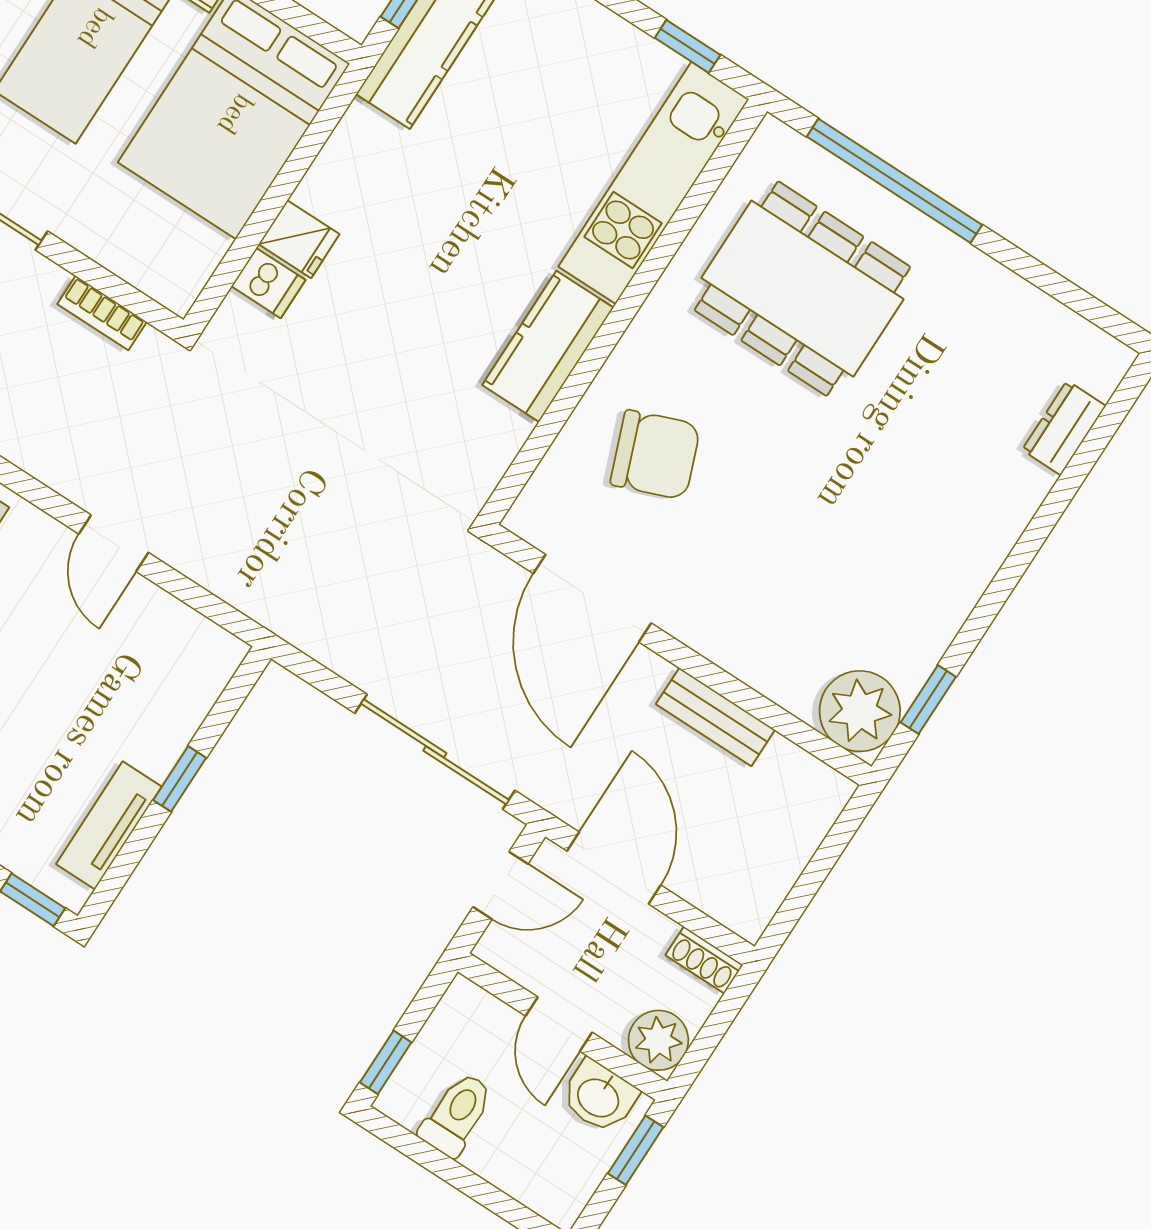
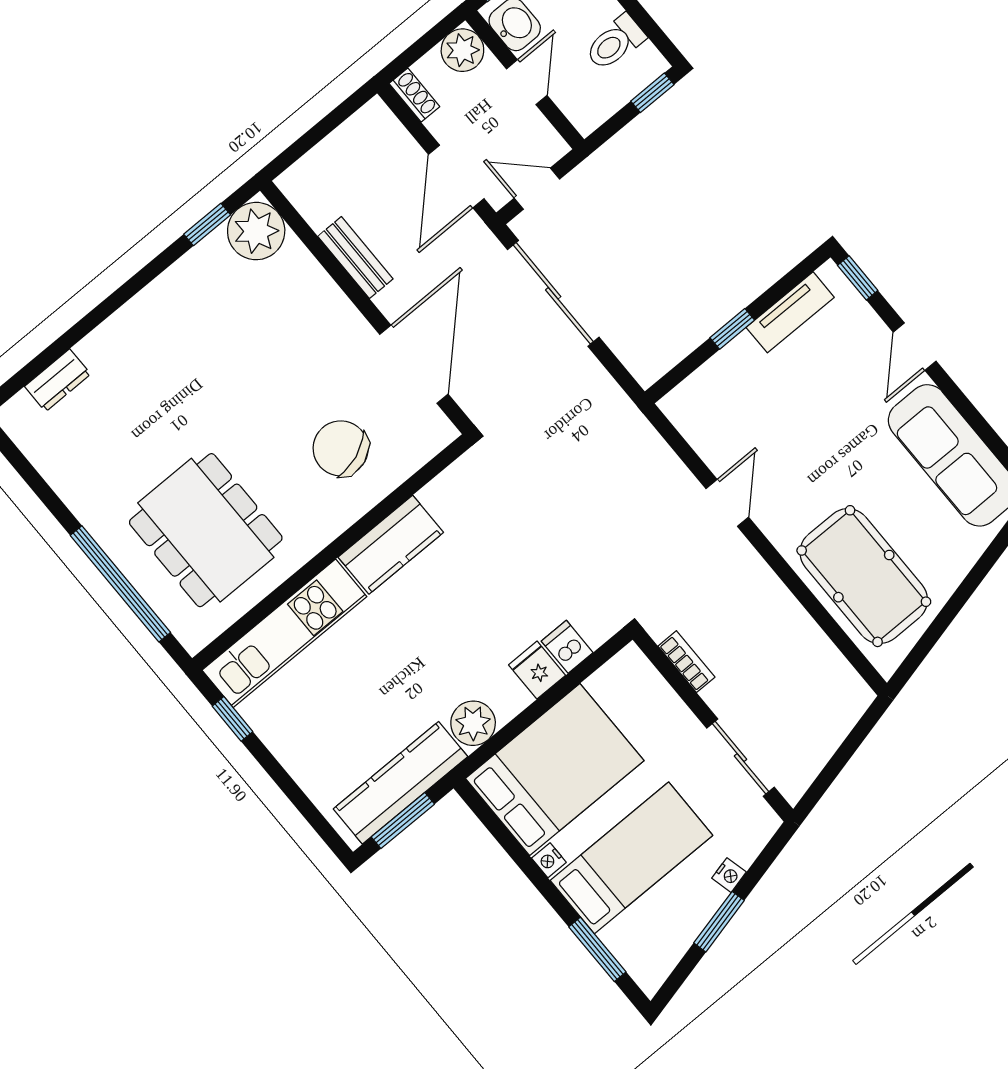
plant: (363, 141) -> (473, 723), added

